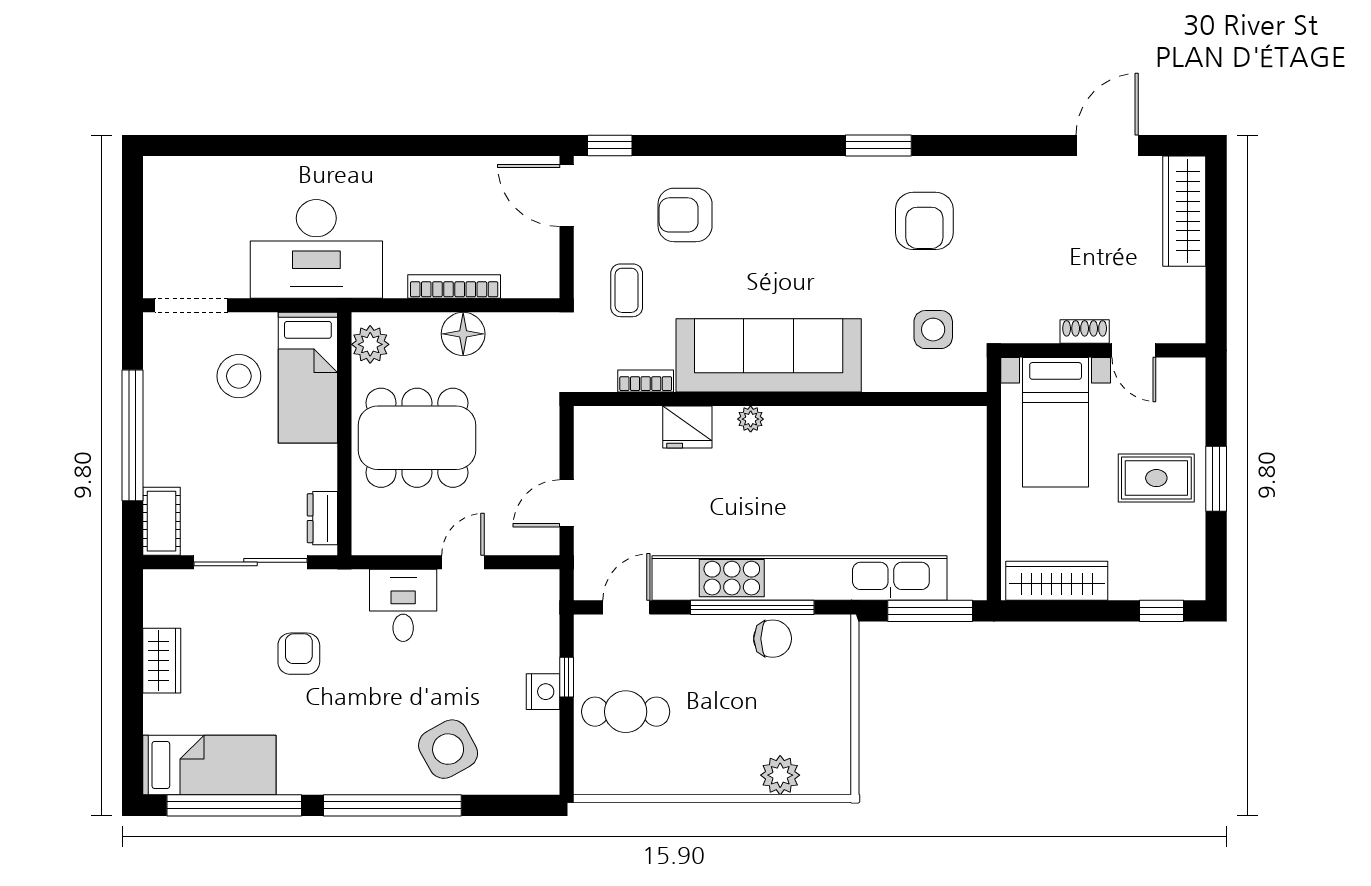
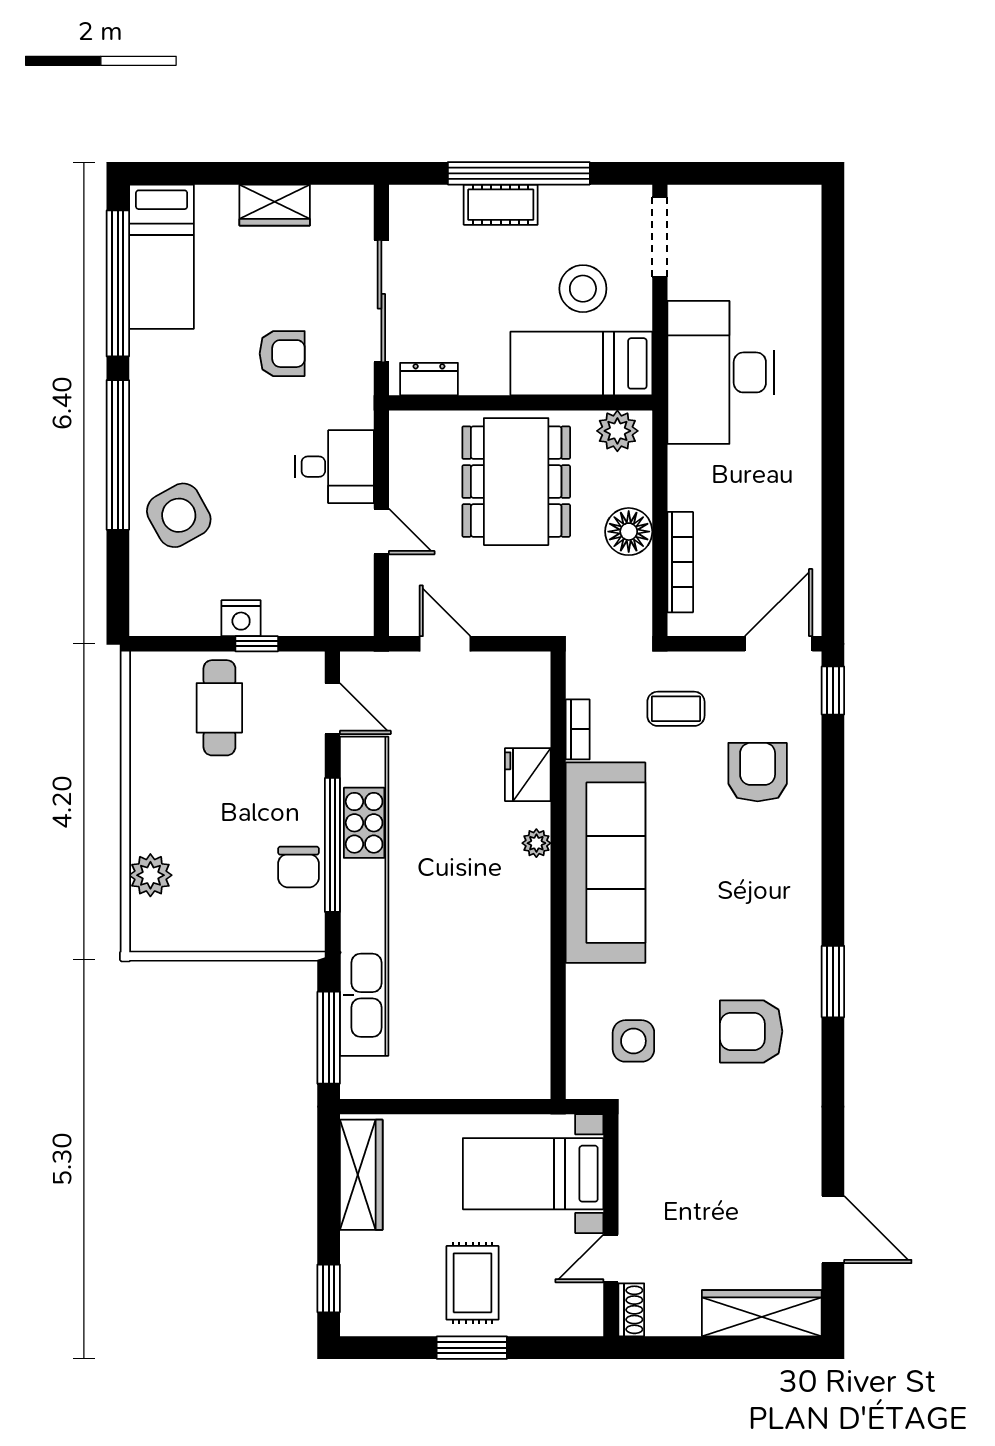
bookcase: (454, 286) -> (680, 562), moved
shoe rack: (1085, 332) -> (631, 1310), moved
cot: (161, 521) -> (501, 205), moved

